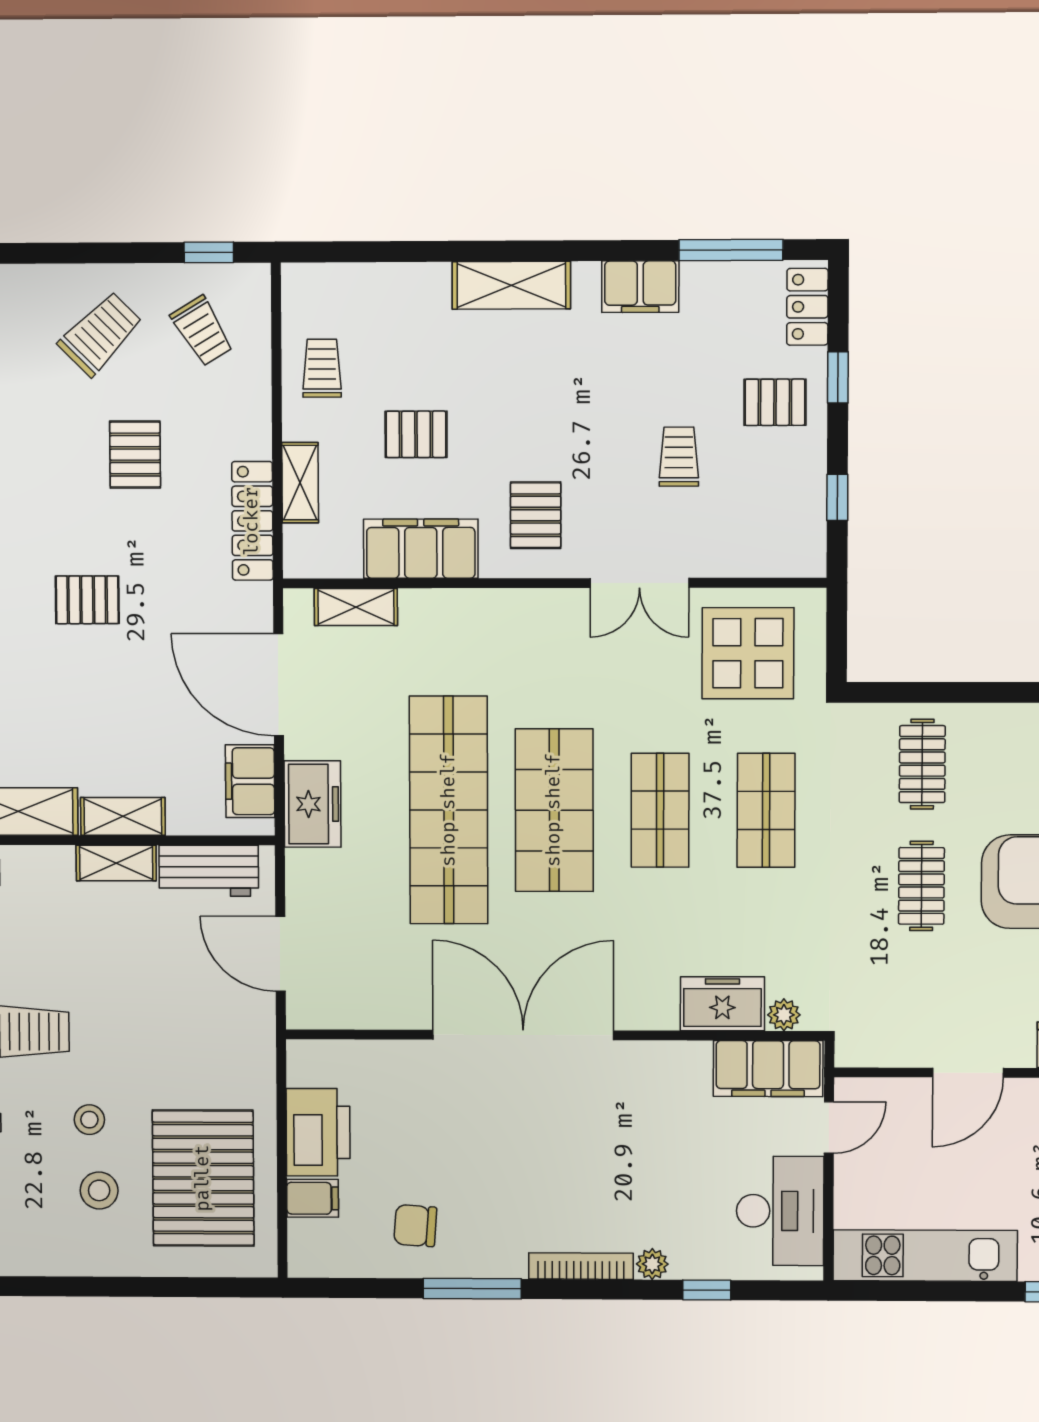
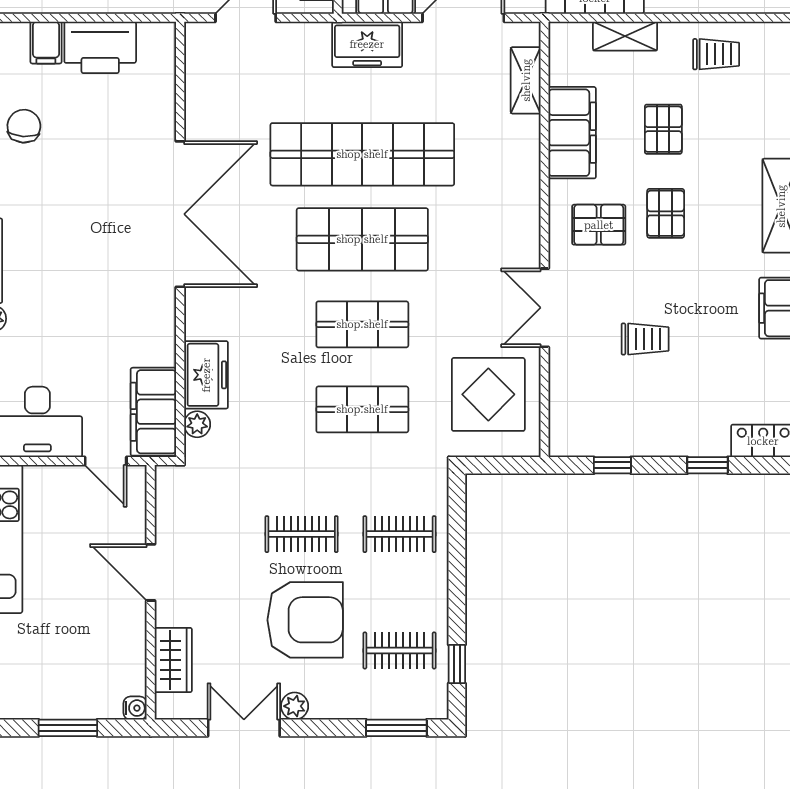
pallet: (775, 402) -> (666, 213), moved

